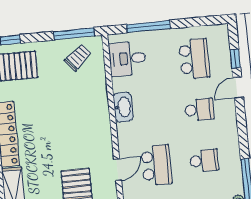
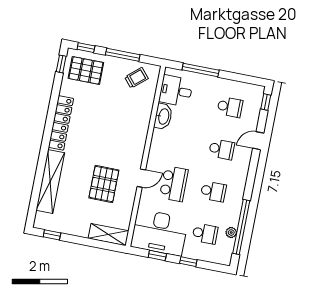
window: (74, 34) -> (123, 55), moved
school desk: (194, 59) -> (230, 107), width x0.54
window: (235, 59) -> (266, 102), moved
washbasin: (123, 107) -> (163, 116), moved

